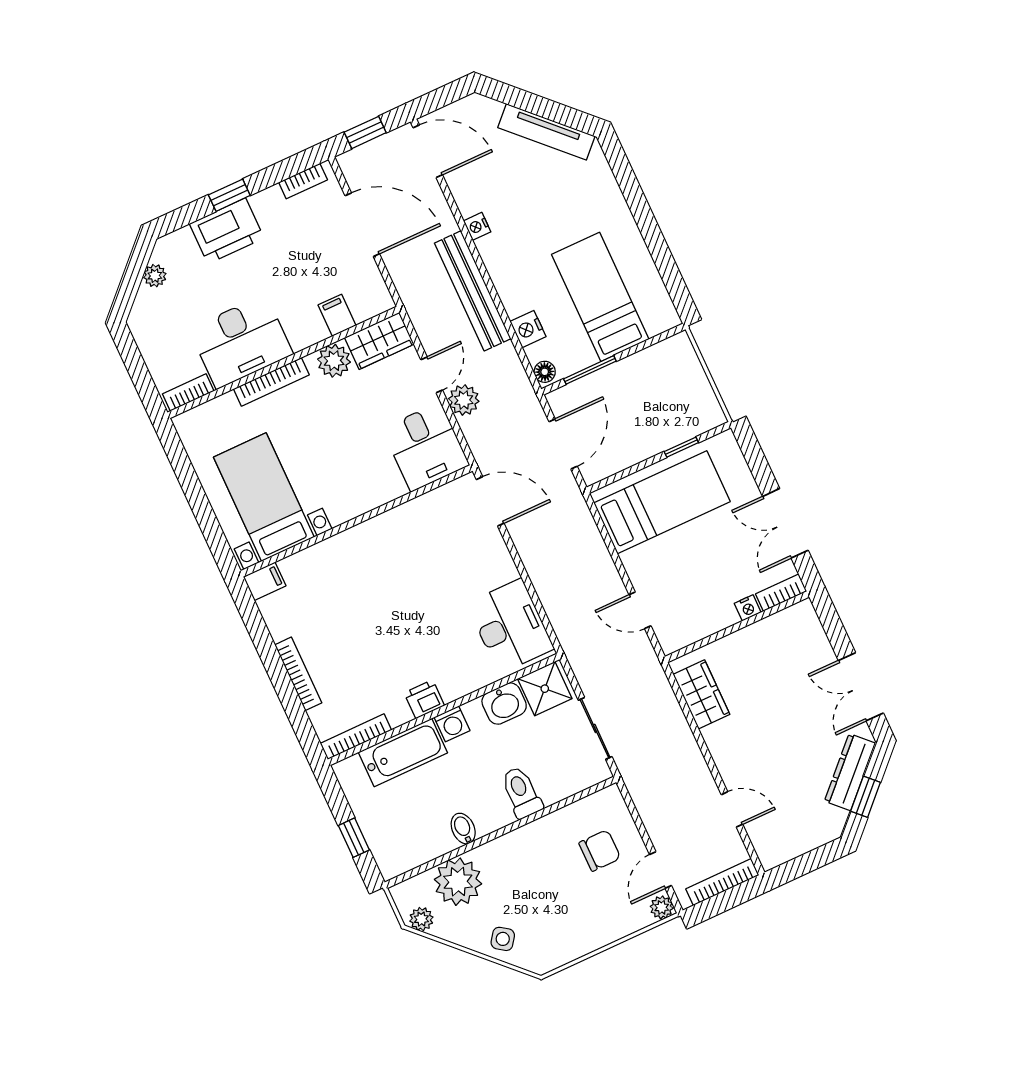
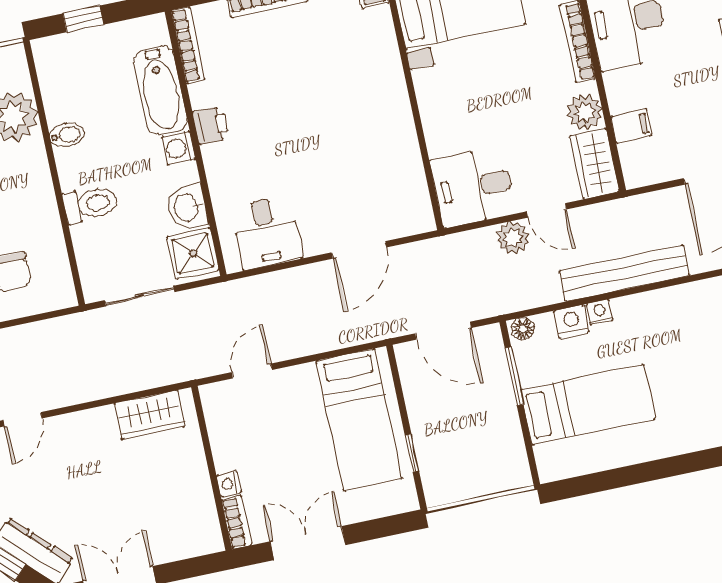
nightstand: (477, 226) -> (600, 312), moved
door: (490, 501) -> (359, 250), moved
desk: (510, 626) -> (266, 232), width x0.73

